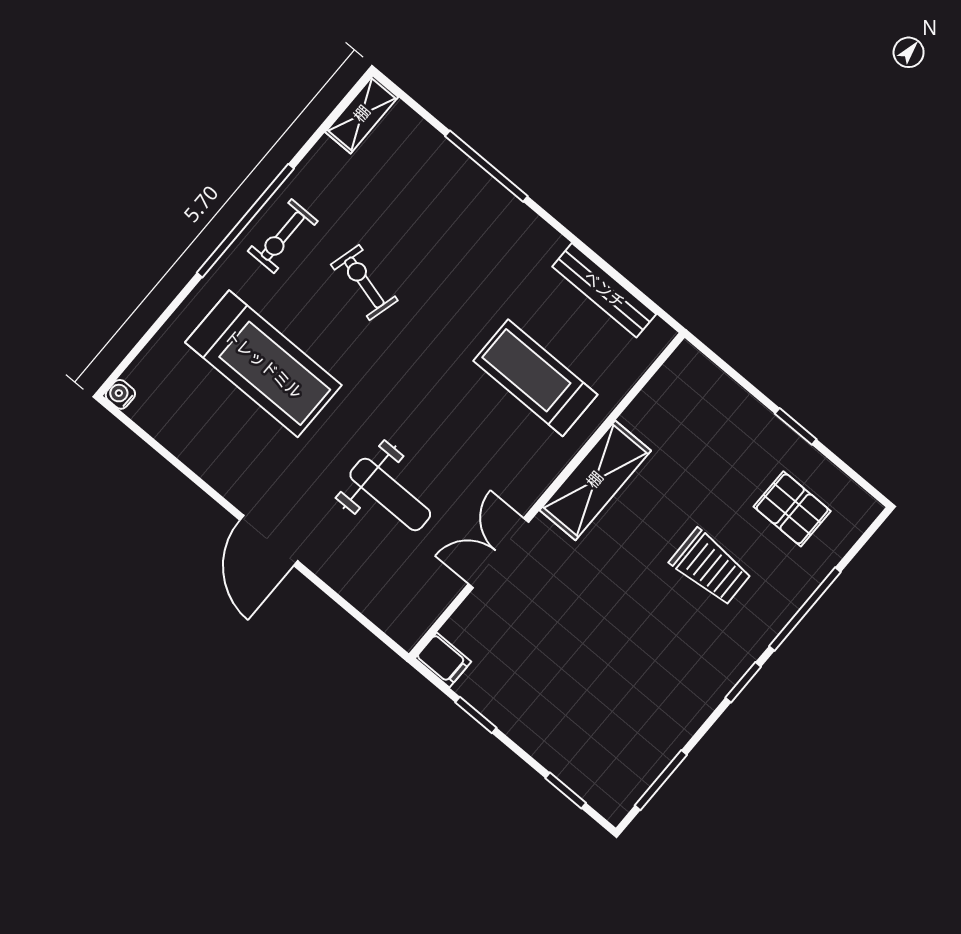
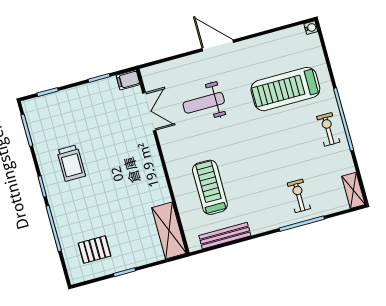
exercise bike: (364, 282) -> (299, 196), moved, turned -105
treadmill: (535, 378) -> (210, 187), turned -90
shelving: (595, 480) -> (169, 231), moved
double door: (498, 553) -> (149, 112), moved
trolley: (711, 567) -> (71, 163), moved, turned -89

